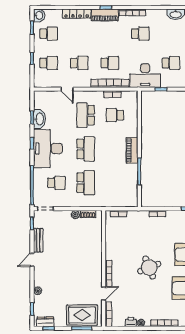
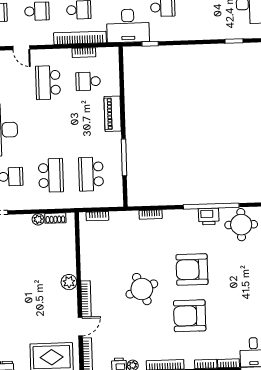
school desk: (86, 149) -> (91, 174), moved, turned 180
piano: (132, 150) -> (113, 114), moved
plant: (96, 261) -> (69, 282), added

